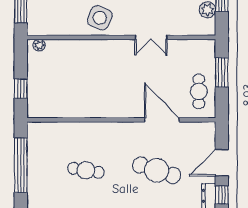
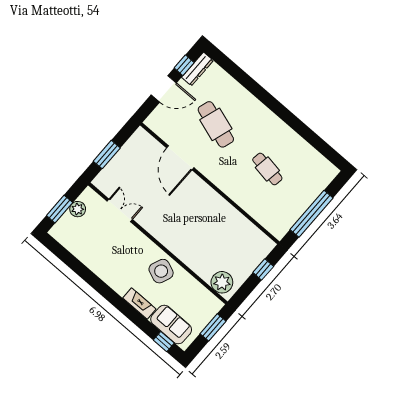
double door: (151, 37) -> (120, 210), moved
plant: (39, 45) -> (222, 282), width x1.88, depth x1.88
cafe table: (199, 91) -> (135, 155), removed

